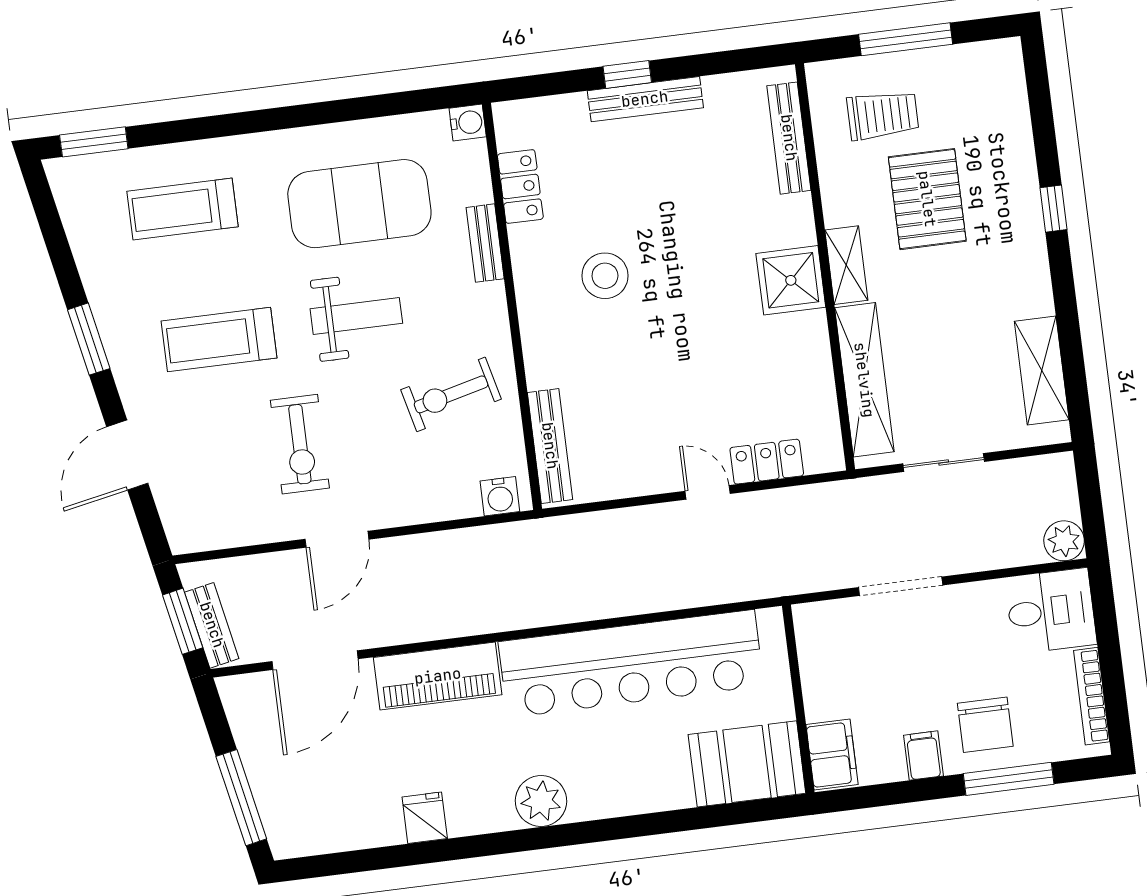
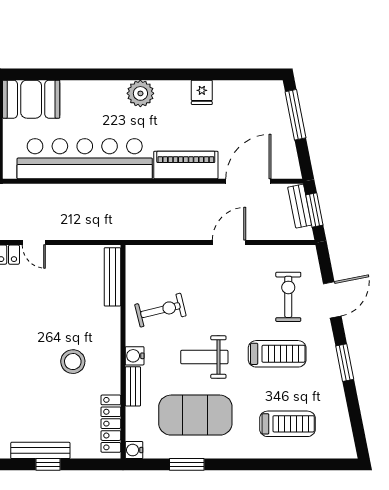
window: (94, 142) -> (187, 464), moved
locker: (520, 186) -> (111, 424), width x1.53
exercise bike: (300, 444) -> (288, 297), moved
water cooler: (500, 496) -> (135, 356), moved, turned -90

